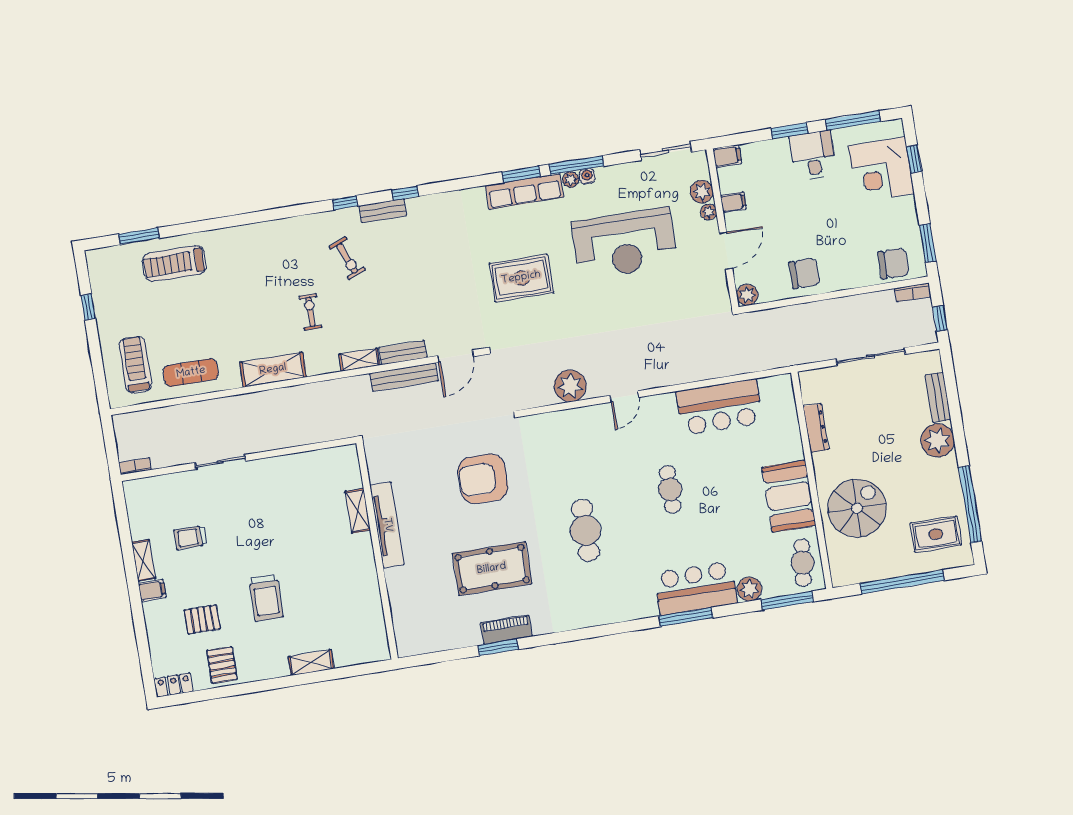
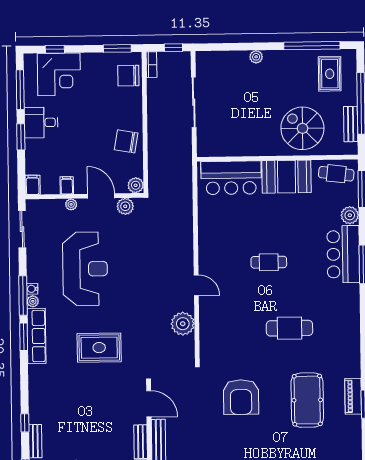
plant: (702, 192) -> (125, 206), moved
chair: (893, 263) -> (128, 76), turned -90
chair: (804, 273) -> (126, 141), turned -80
rug: (521, 278) -> (99, 348), turned 90
bench: (938, 397) -> (351, 124), moved, turned 90
bar counter: (719, 407) -> (231, 178), moved, turned 90
dresser: (816, 428) -> (240, 150), removed
plant: (938, 440) -> (256, 57), width x0.53, depth x0.53

